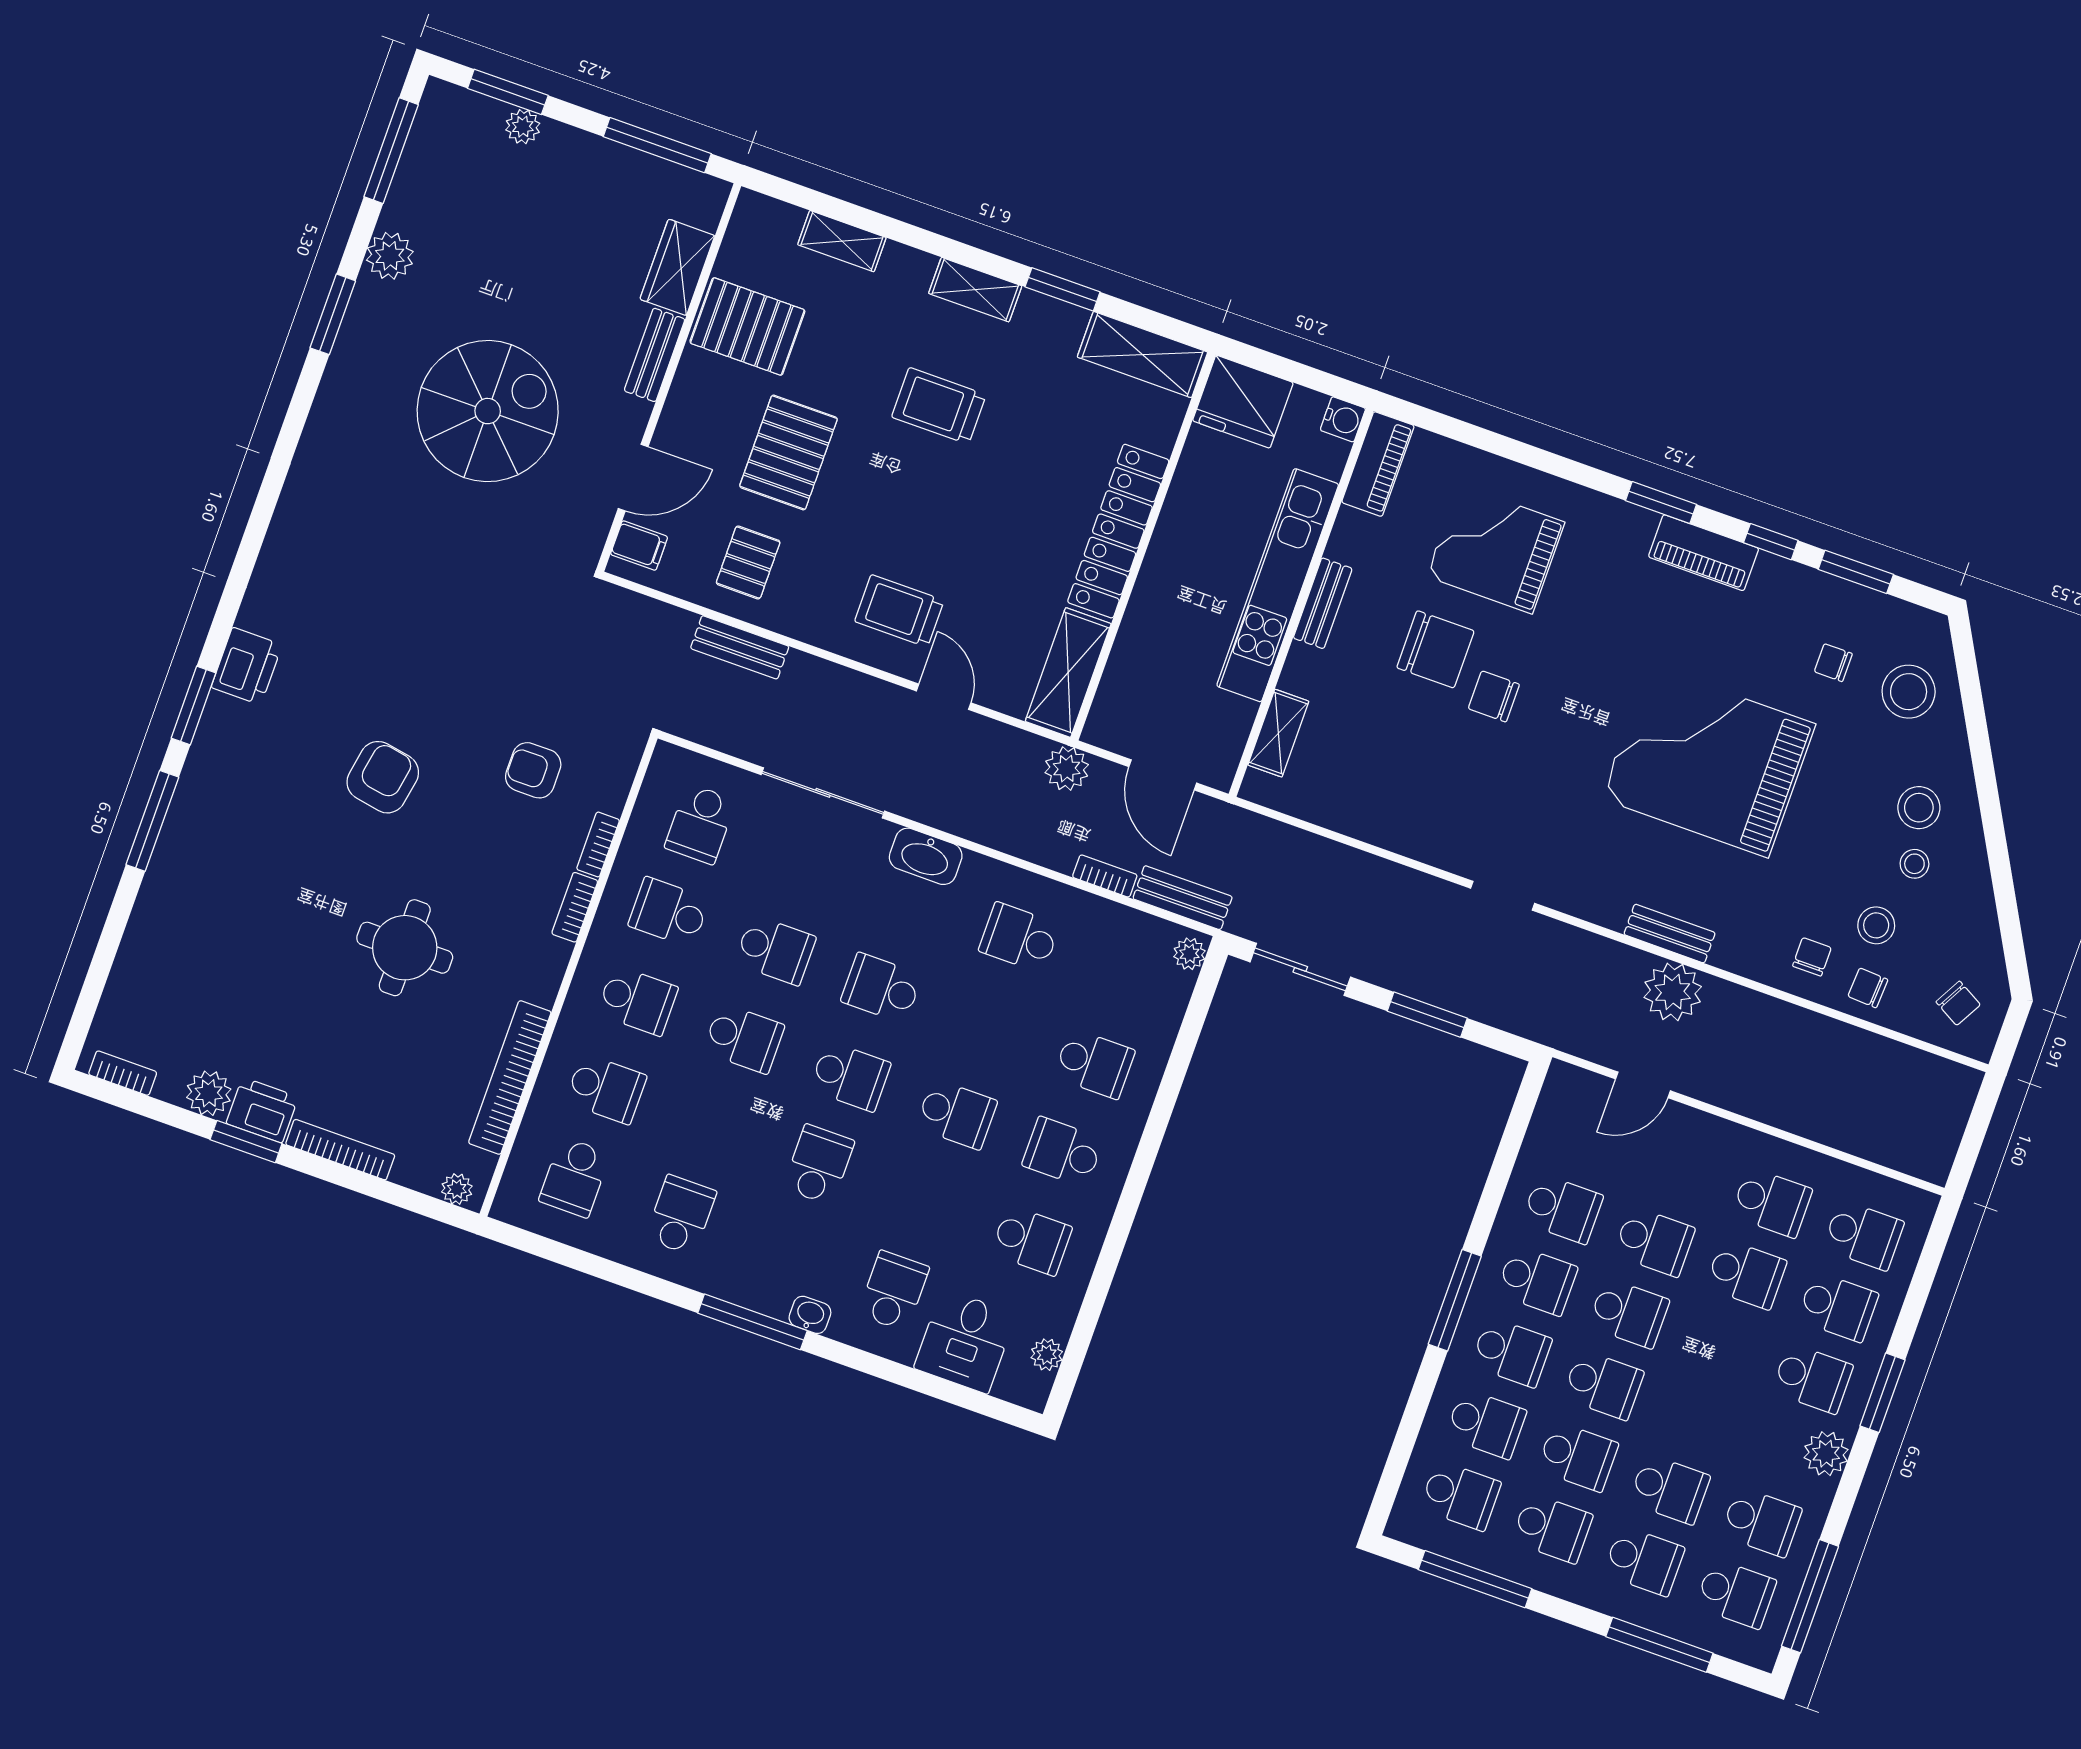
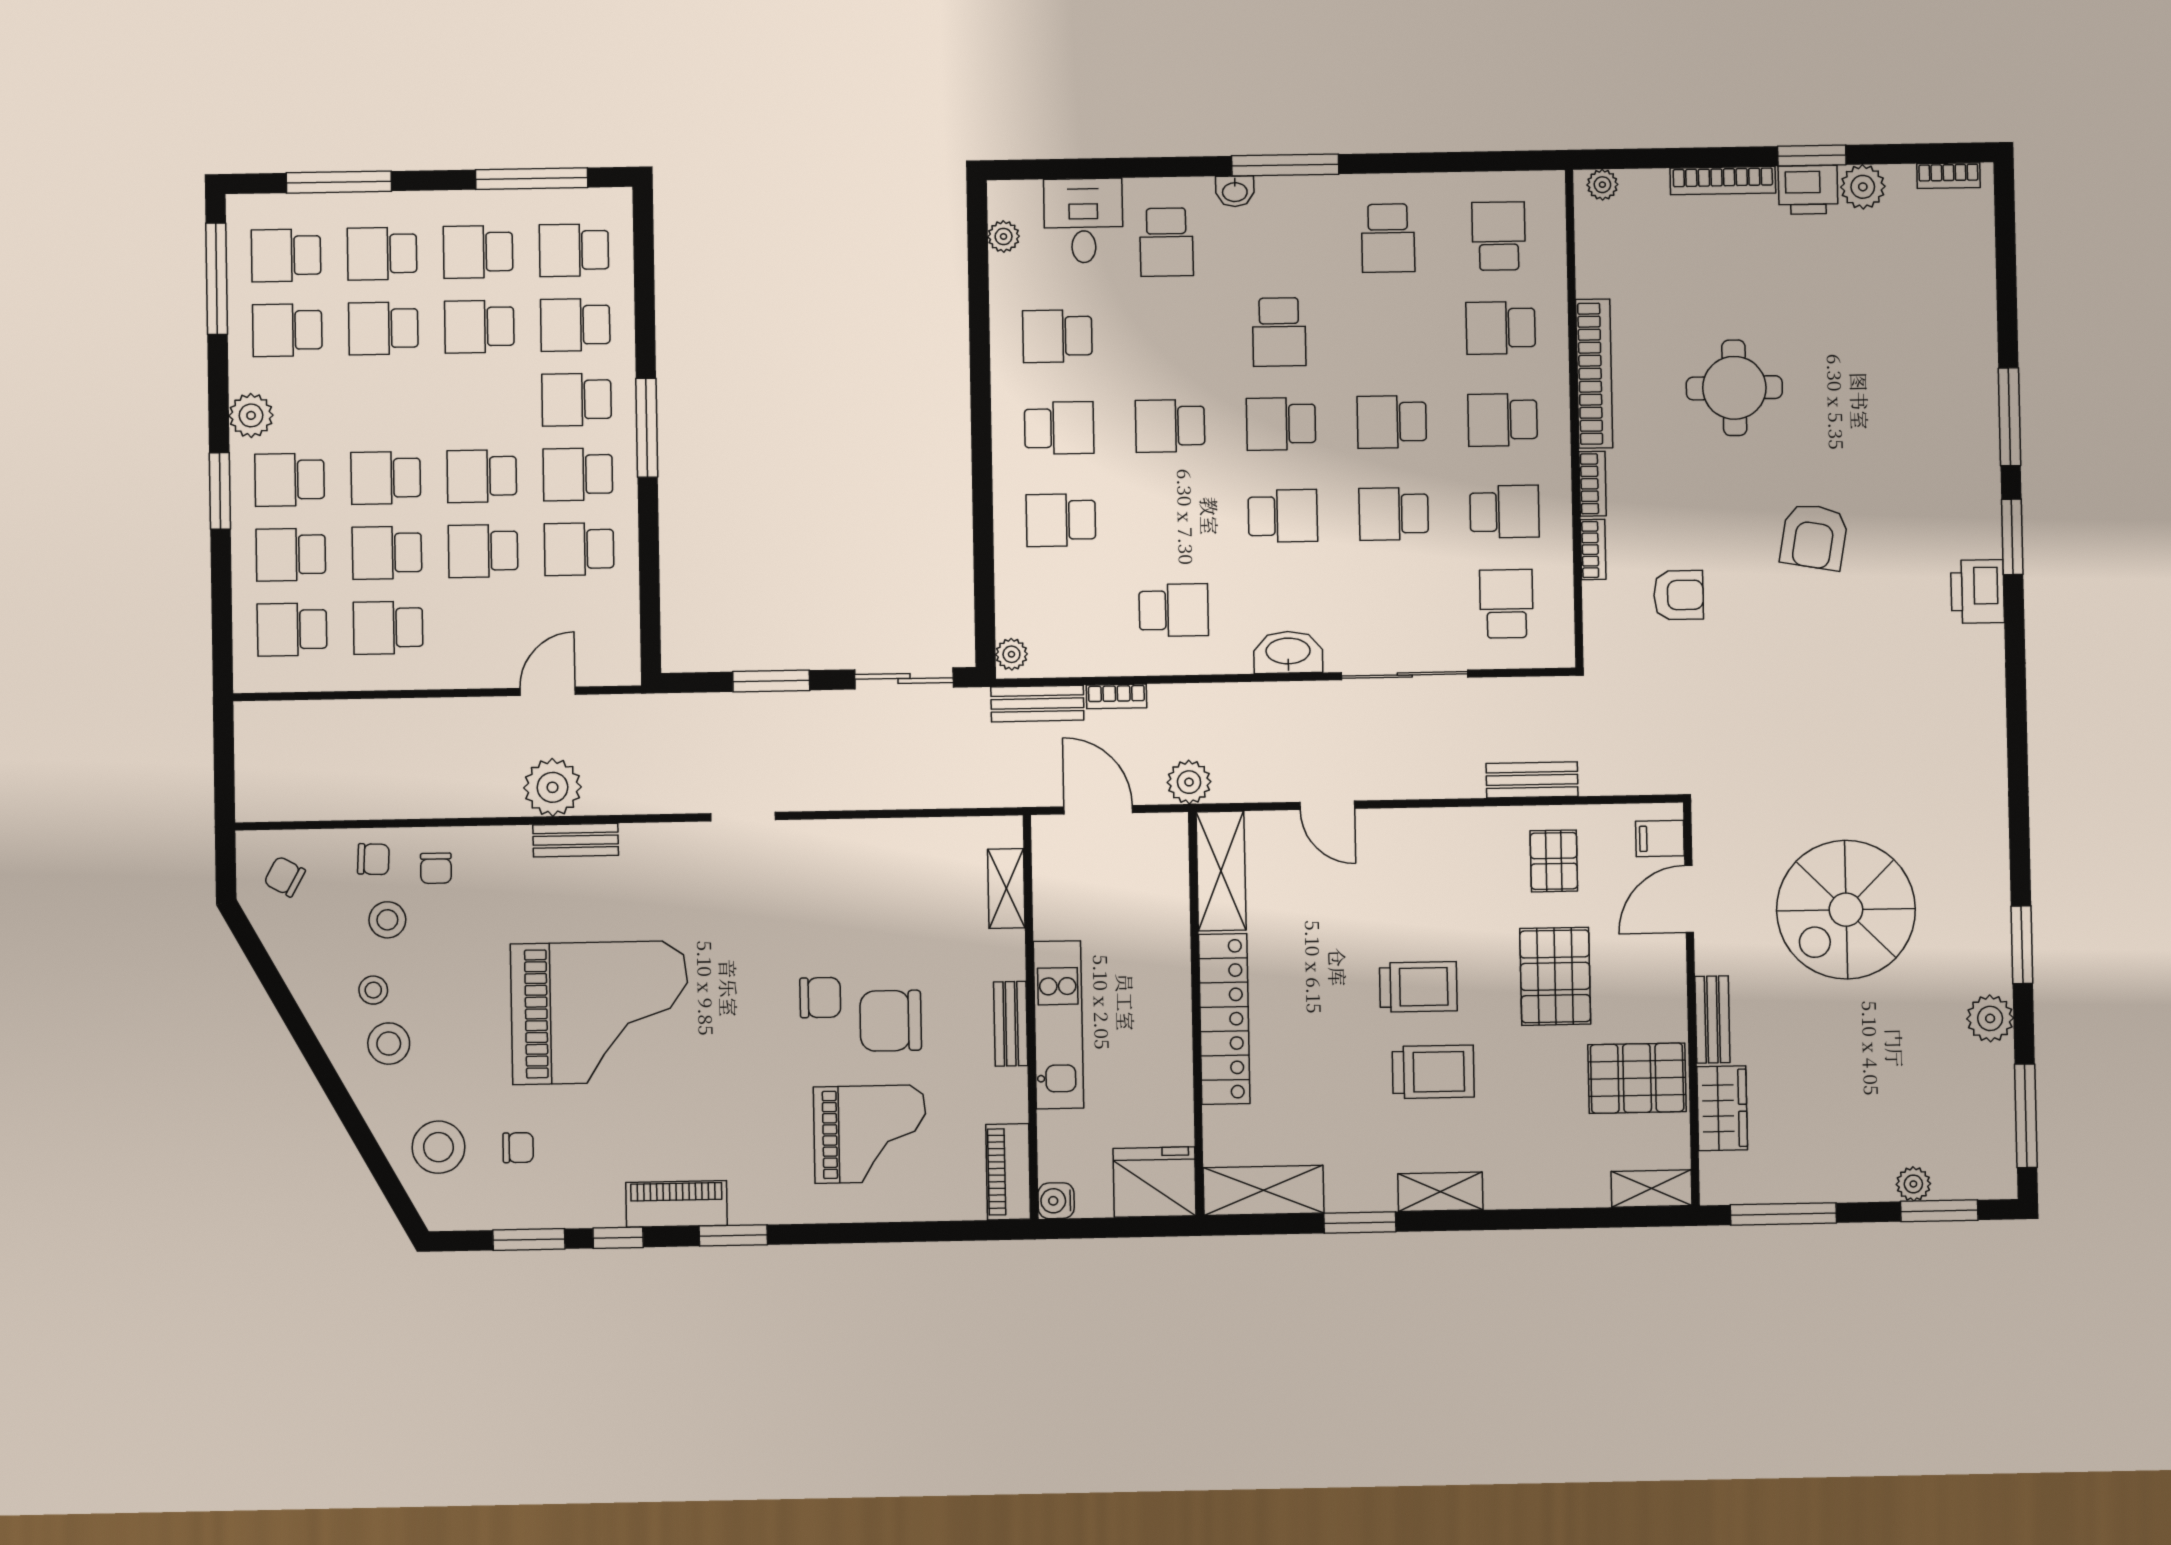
shelving: (842, 241) -> (1652, 1188), moved
kitchen unit: (1278, 585) -> (1058, 1025), width x0.73
trolley: (899, 611) -> (1418, 987), moved
bookcase: (510, 1078) -> (1594, 374), moved
school desk: (1603, 1385) -> (386, 478), moved

